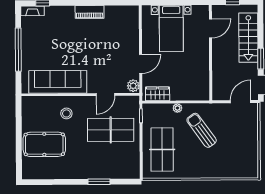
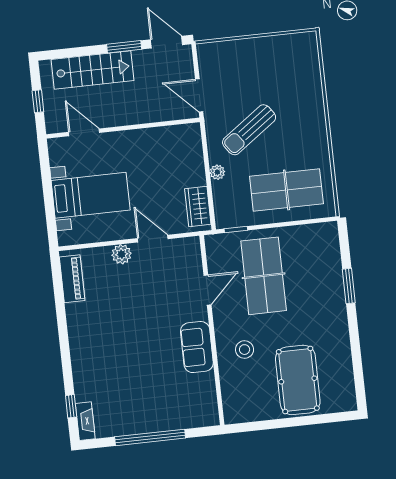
piano: (90, 12) -> (72, 279), moved
sofa: (58, 82) -> (197, 347), width x0.54, depth x0.79
plant: (133, 86) -> (122, 254), moved
door: (105, 94) -> (207, 290), hinge flipped
door: (241, 102) -> (199, 95), moved

